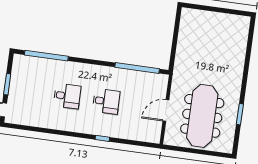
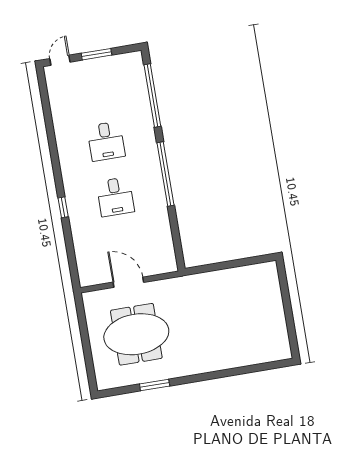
window: (137, 68) -> (166, 174), moved
meeting table: (202, 116) -> (136, 334), width x0.73

